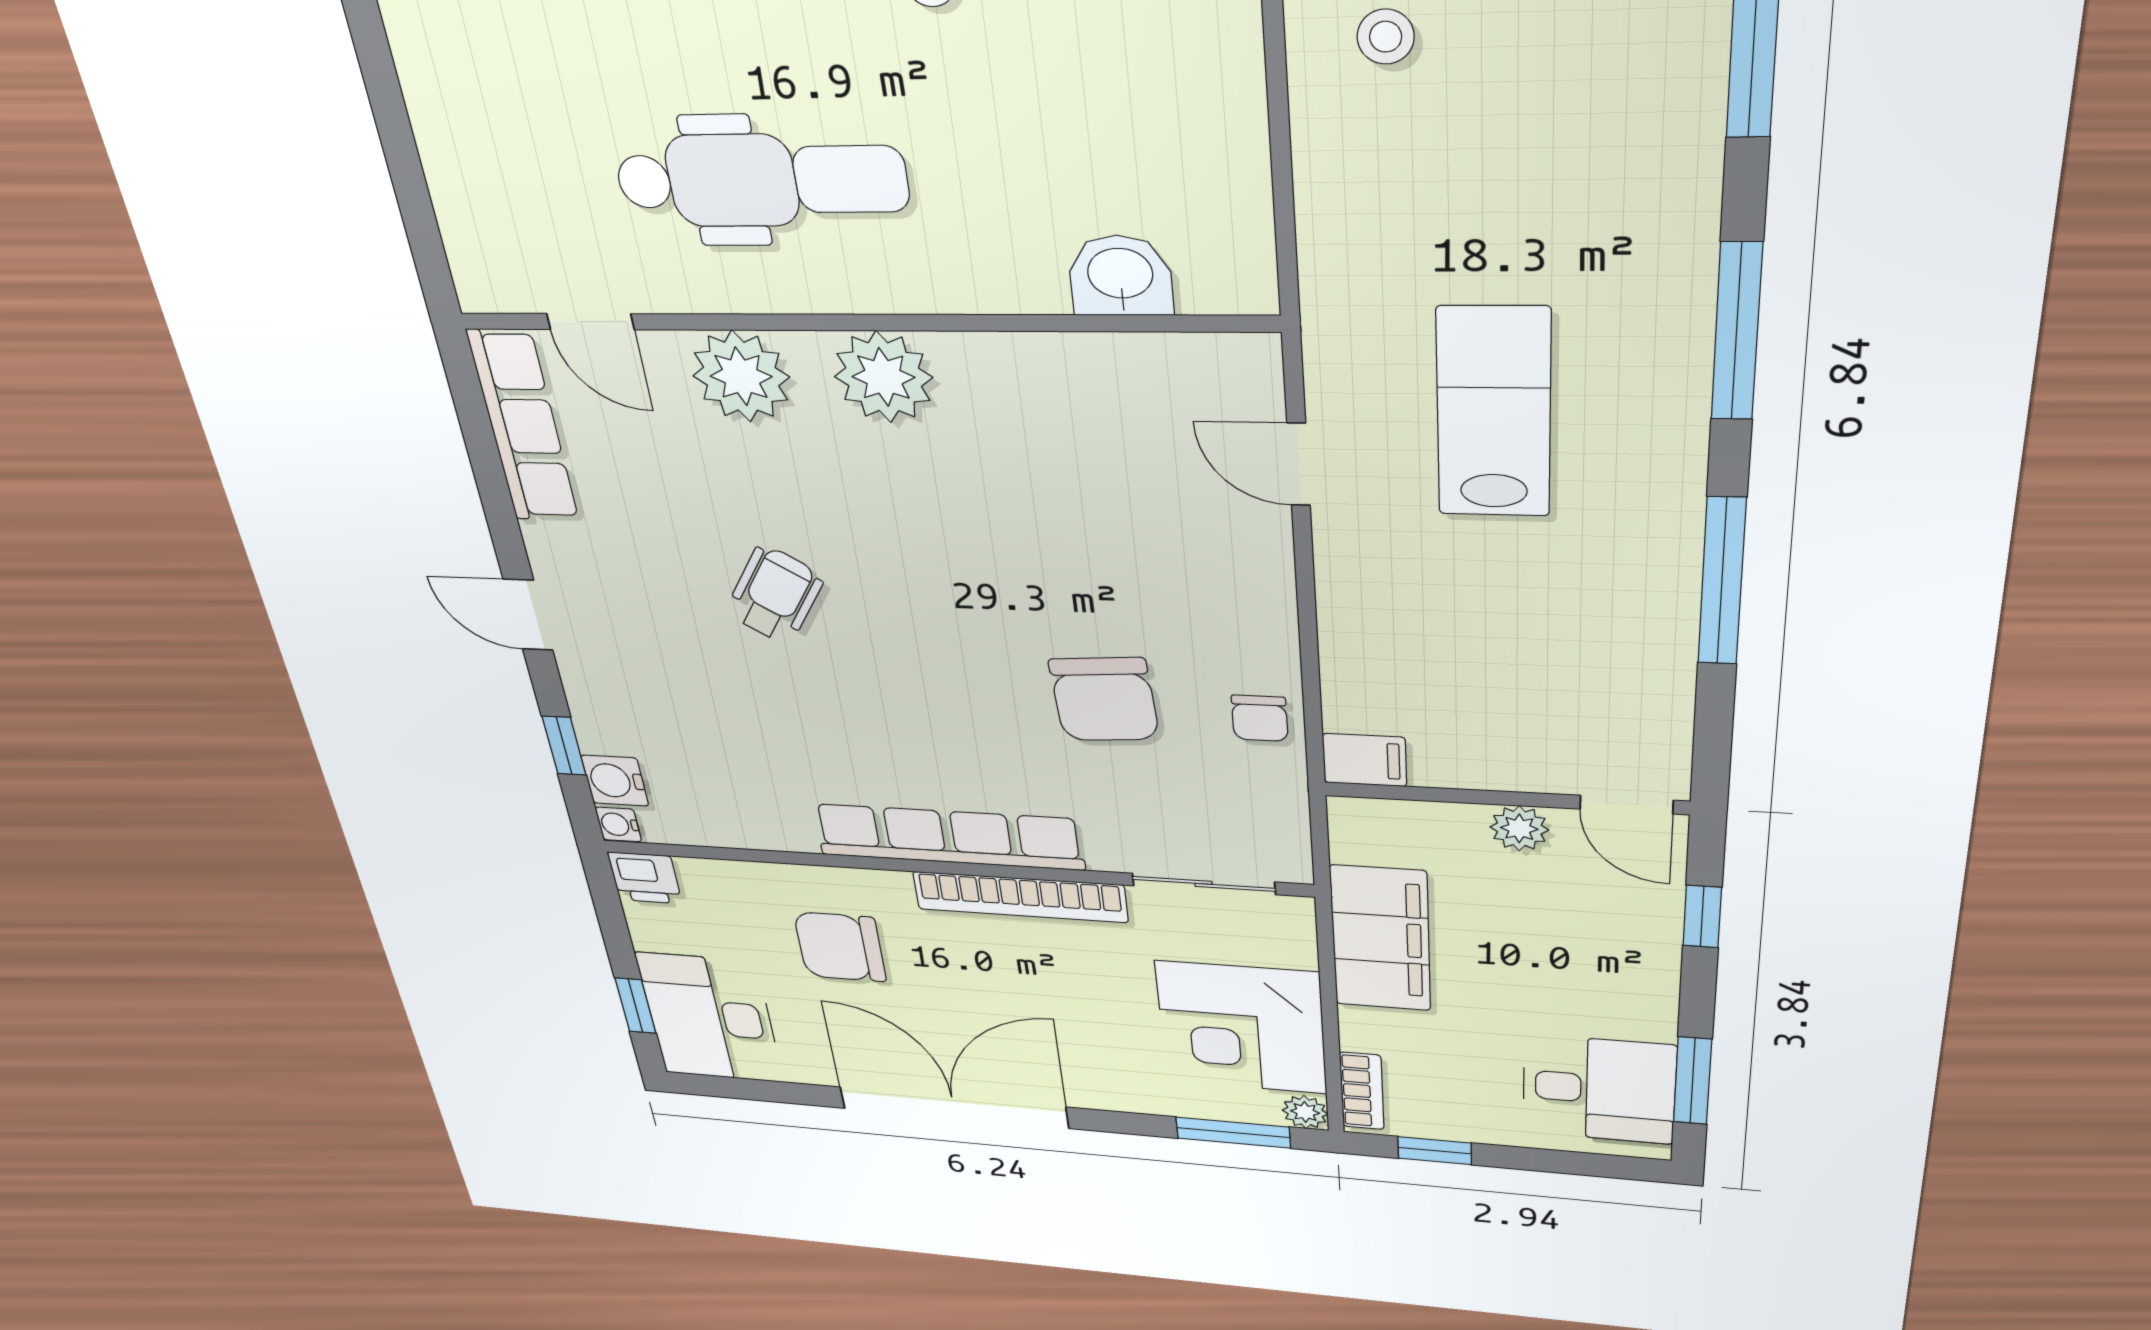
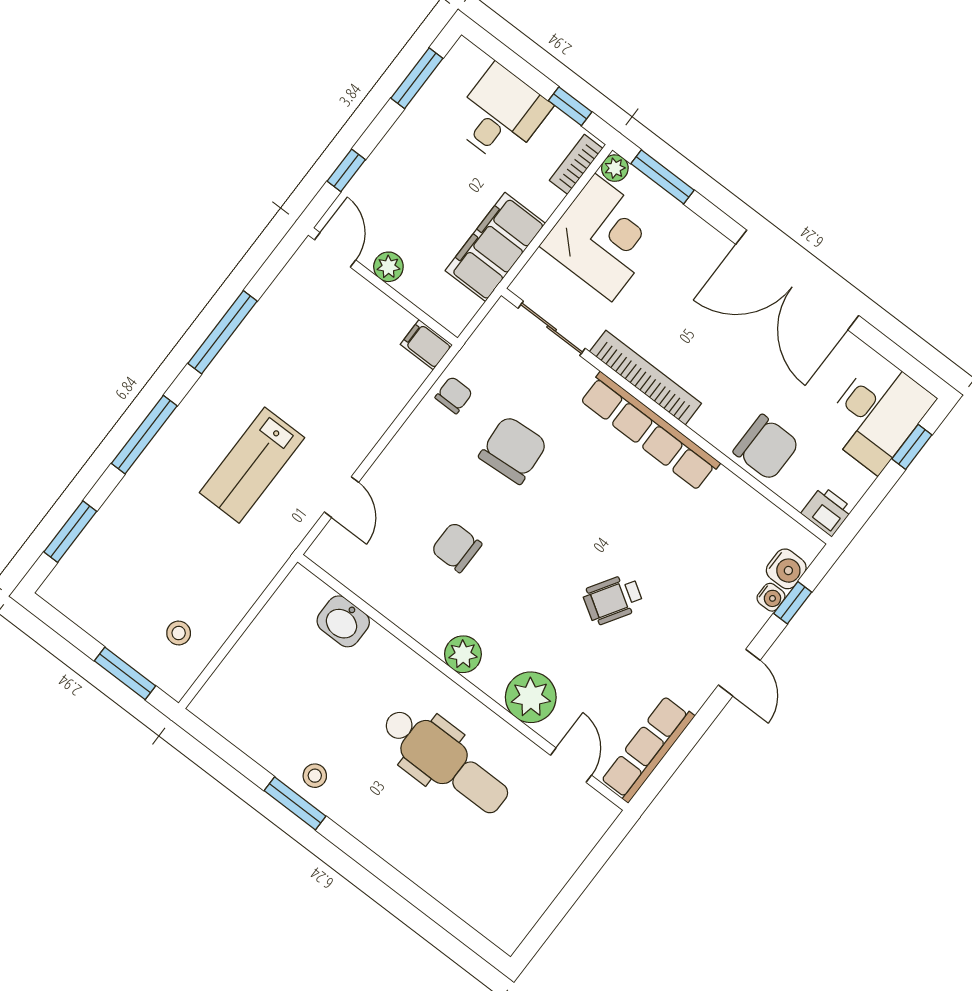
dental chair: (761, 180) -> (445, 761), turned 180
plant: (883, 377) -> (463, 654), width x0.73, depth x0.73
chair: (1054, 513) -> (456, 547), added
water cooler: (618, 824) -> (771, 597), moved
chair: (840, 947) -> (766, 447), moved
desk: (1599, 1089) -> (501, 115), moved, turned 90

